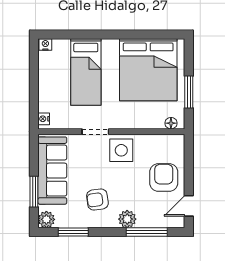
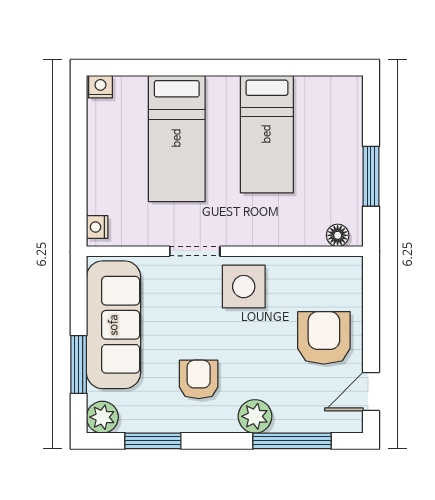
bed: (148, 70) -> (267, 134), width x0.49
armchair: (97, 200) -> (199, 379), turned 98

